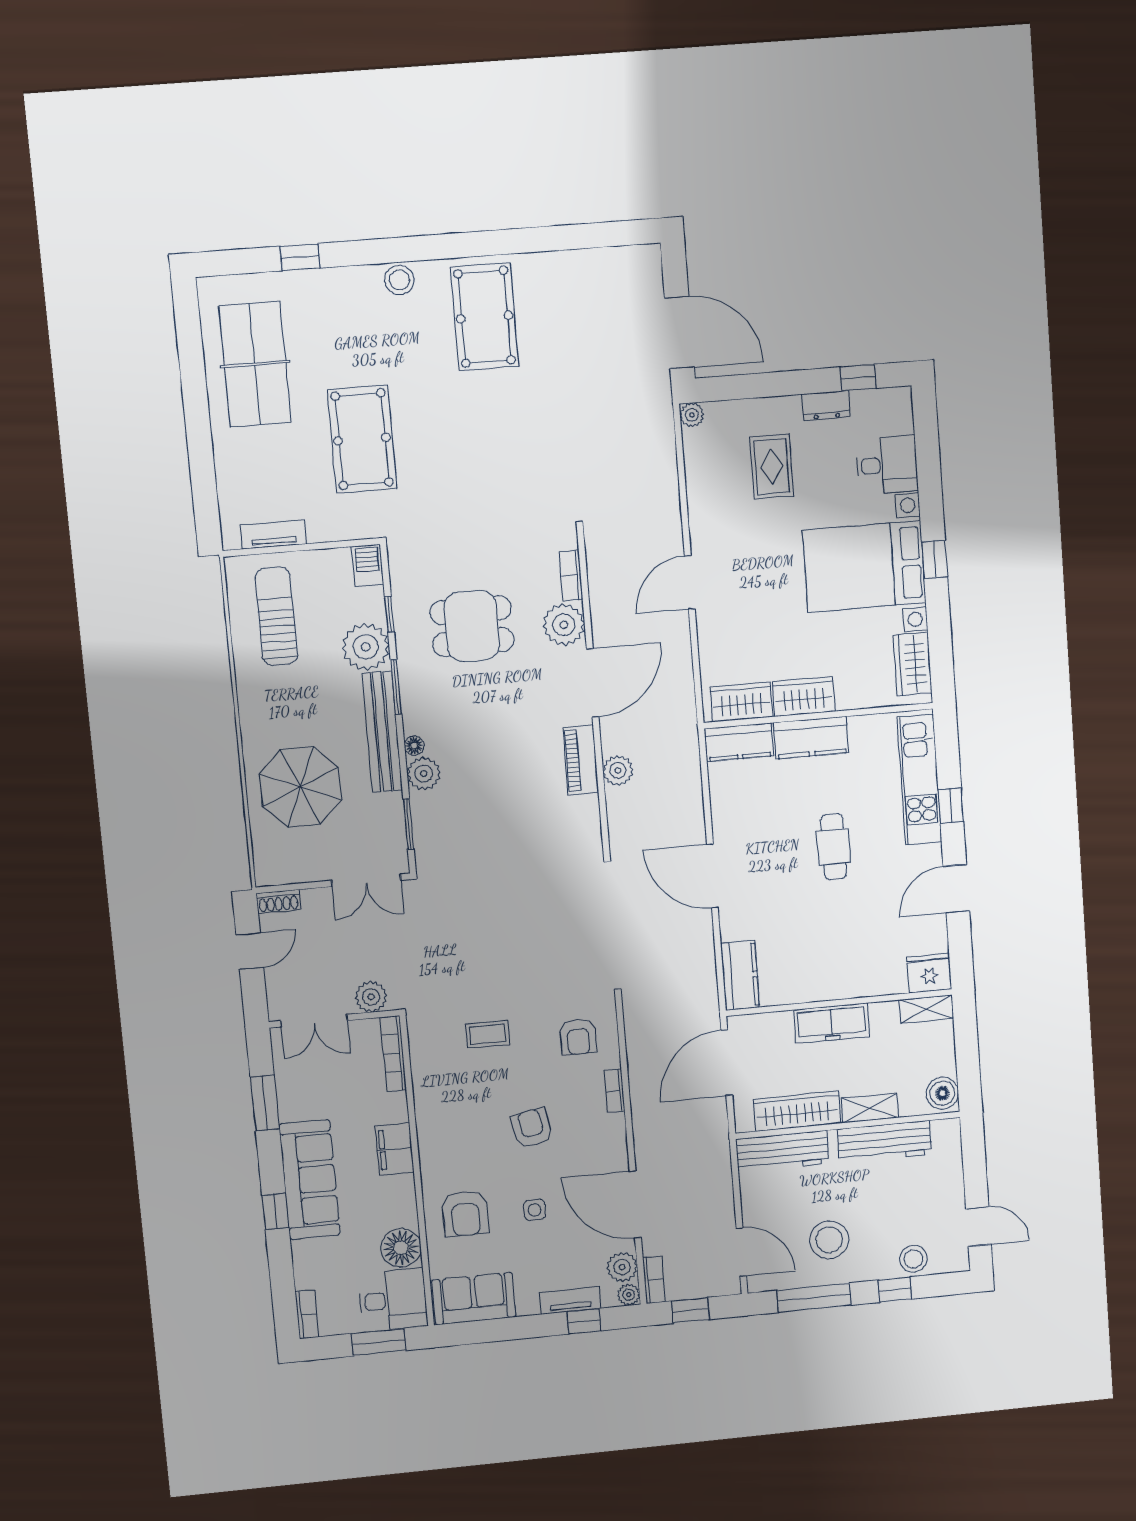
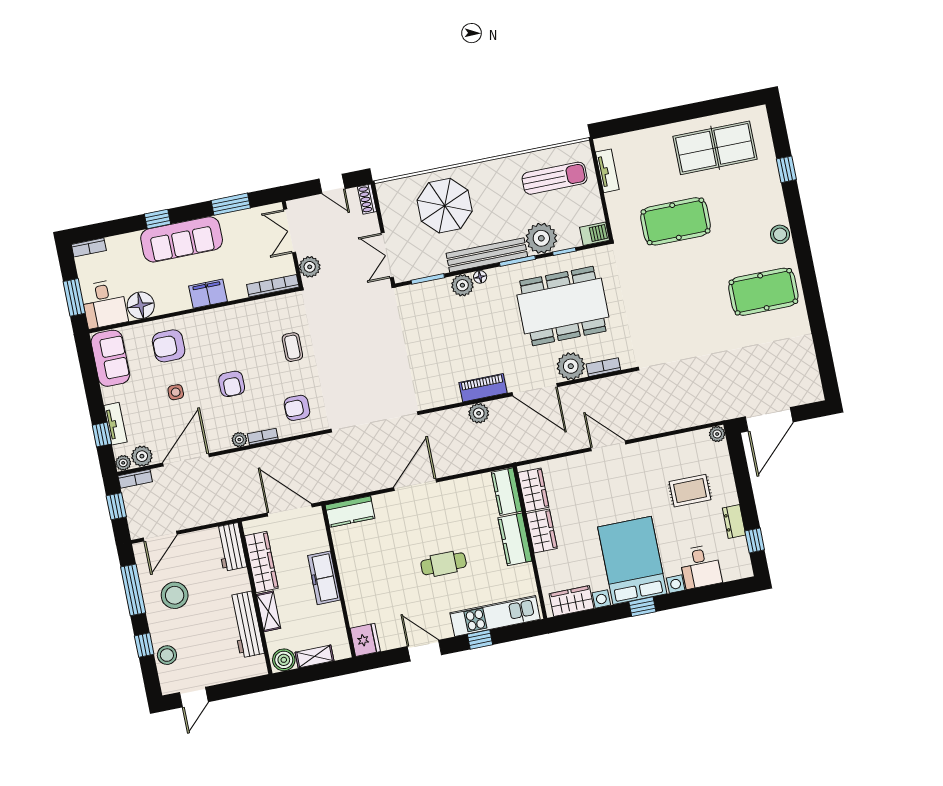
dining table: (472, 626) -> (563, 306), width x1.88, depth x1.24
shelving: (926, 1009) -> (315, 657), moved, turned 90
plant: (615, 1125) -> (239, 440), added
armchair: (532, 1128) -> (232, 384), turned 101
workbench: (782, 1151) -> (231, 547), width x0.73

